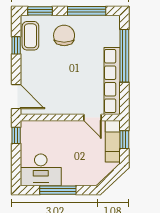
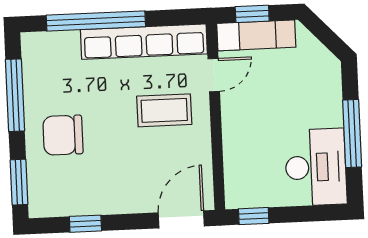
coffee table: (30, 36) -> (164, 110), moved

